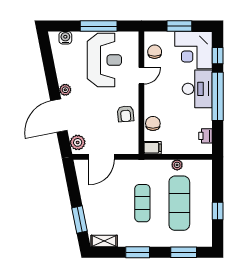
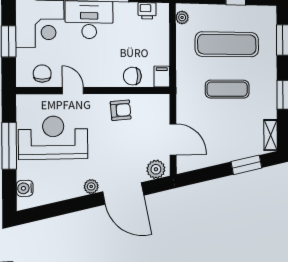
chair: (155, 52) -> (42, 74), turned 90
plant: (177, 165) -> (182, 17), moved

